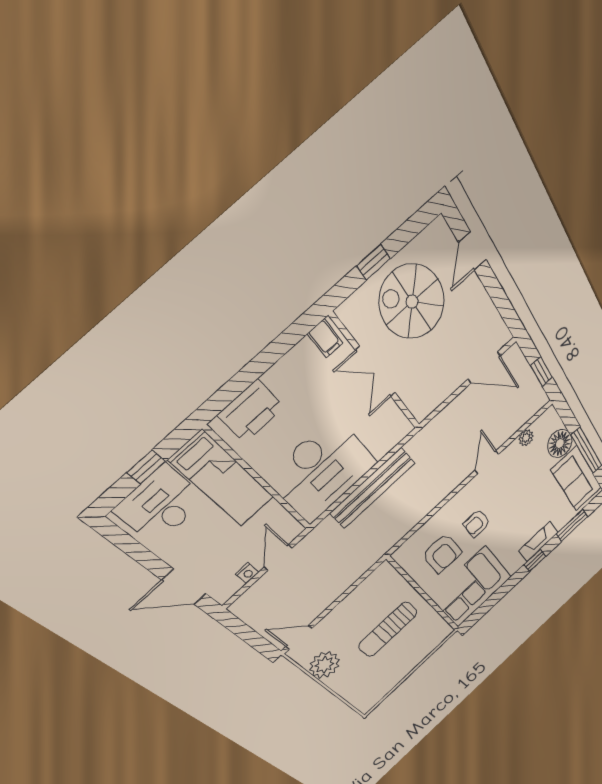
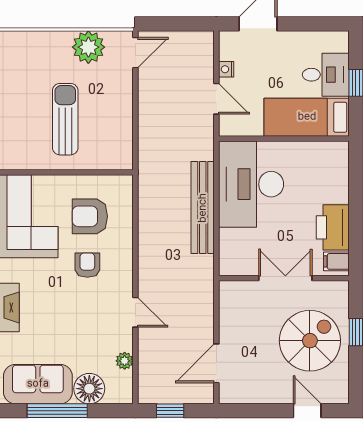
printer: (251, 411) -> (333, 227), moved
desk: (160, 505) -> (326, 75), width x0.73

